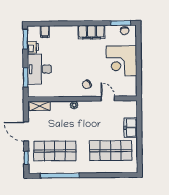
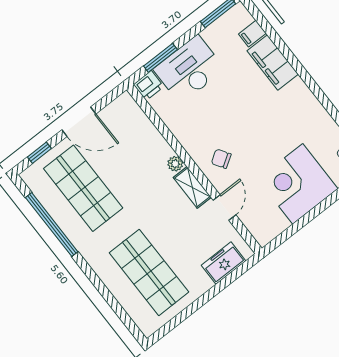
filing cabinet: (92, 32) -> (273, 62), moved
printer: (33, 47) -> (149, 86), moved
shelving: (40, 106) -> (192, 187), moved
freezer: (131, 128) -> (224, 263), moved
door: (26, 132) -> (79, 122), swing flipped

